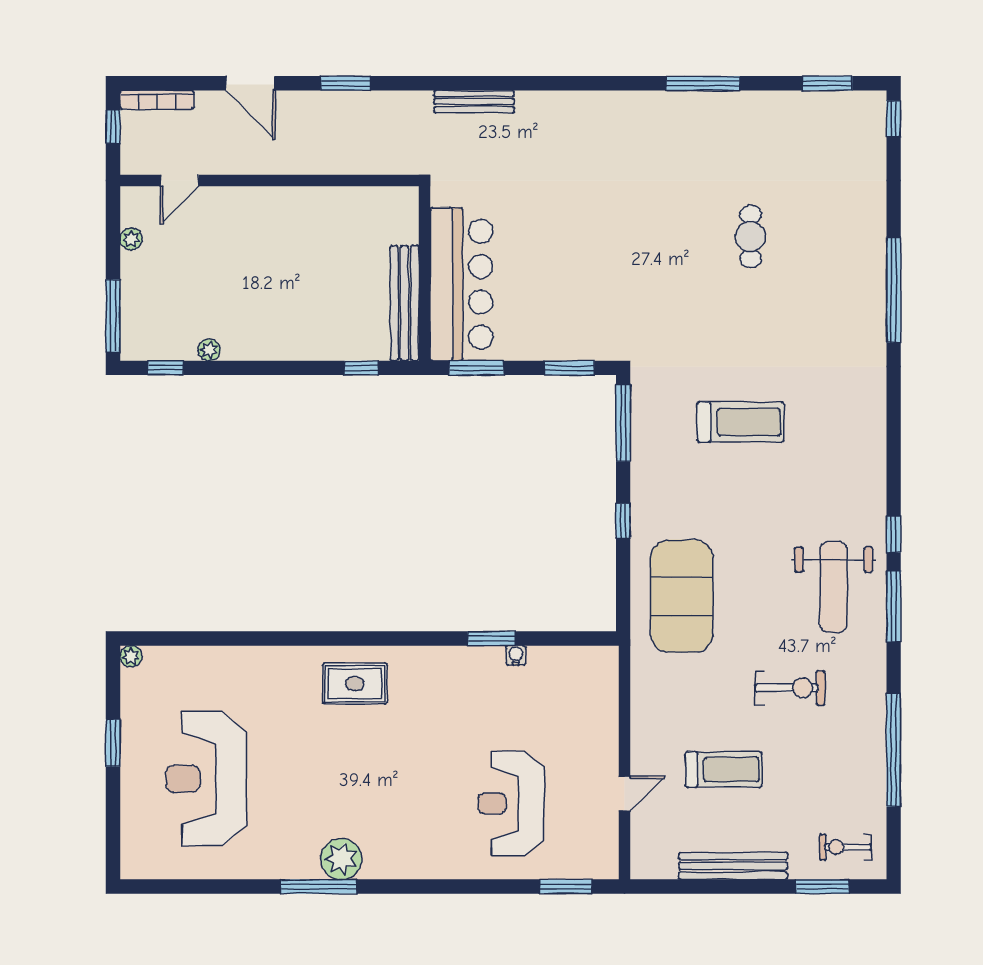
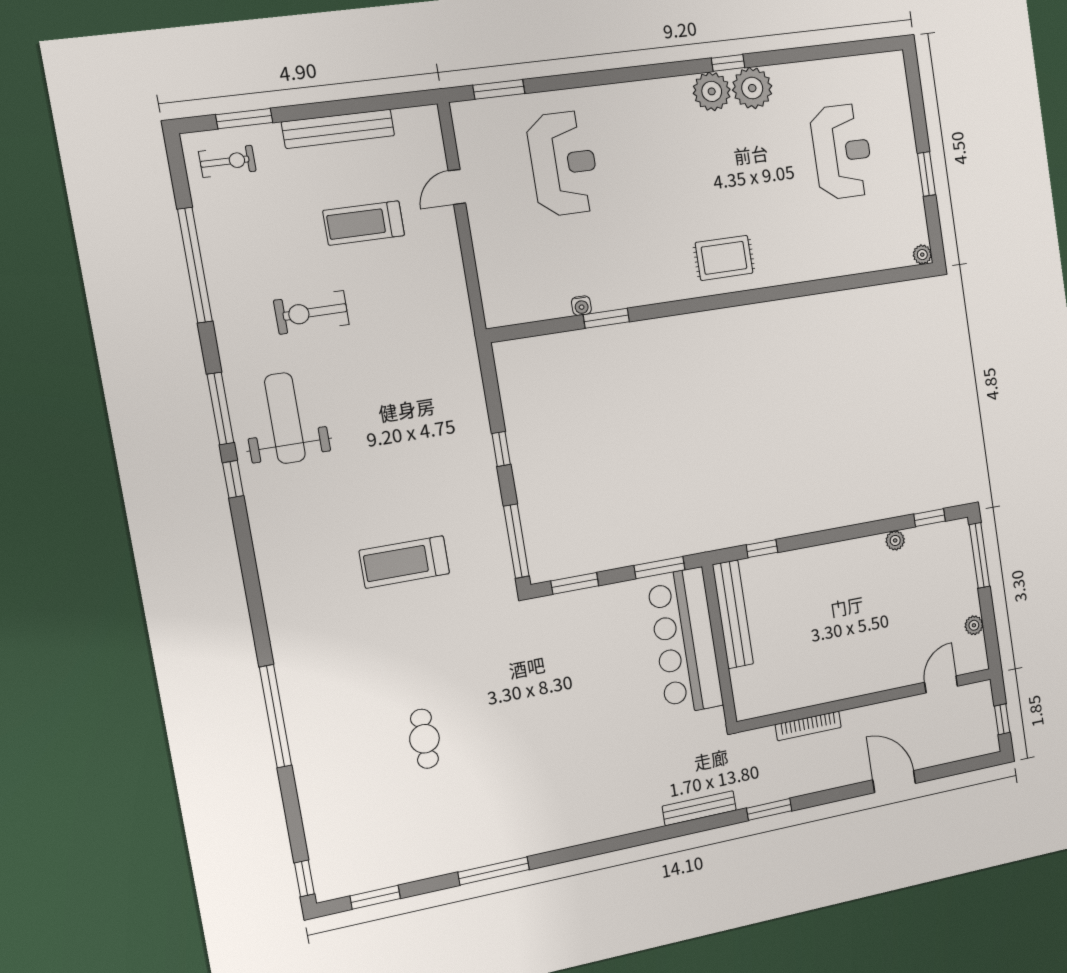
window: (346, 83) -> (769, 809), moved
bookcase: (157, 100) -> (808, 726), moved, turned 180
exercise mat: (682, 596) -> (433, 386), removed
reception desk: (206, 779) -> (842, 152), width x0.74, depth x0.77
plant: (296, 857) -> (752, 88), added
window: (319, 887) -> (728, 63), width x0.46

